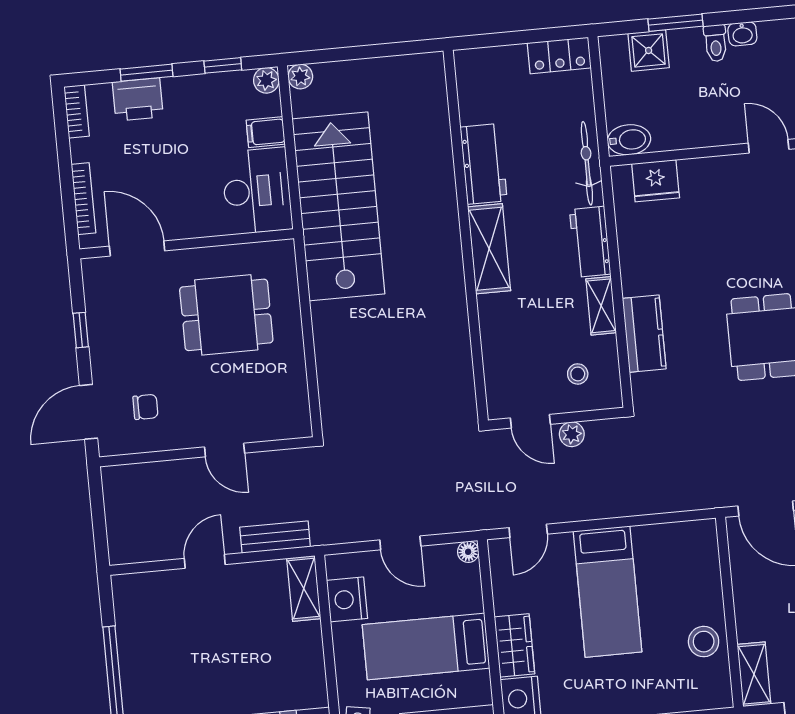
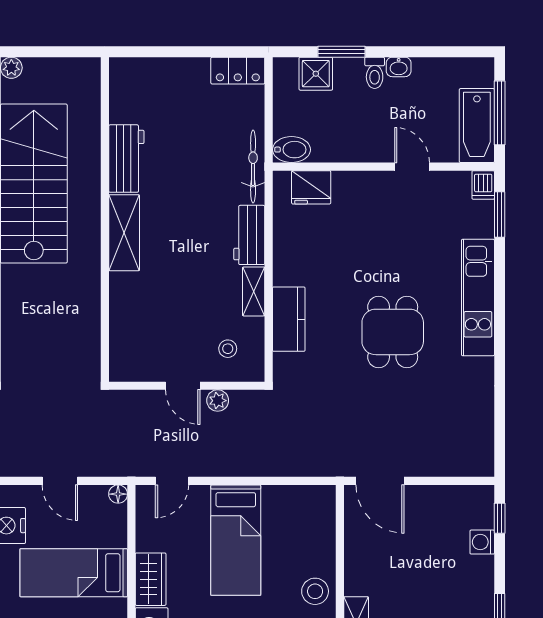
workbench: (484, 164) -> (126, 159), moved
wall: (466, 236) -> (105, 219), moved
shelving: (489, 249) -> (124, 233), moved

